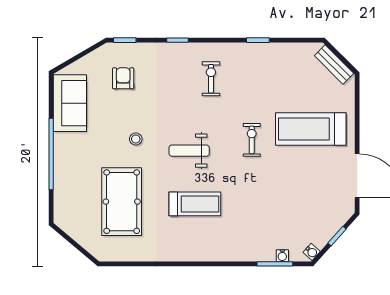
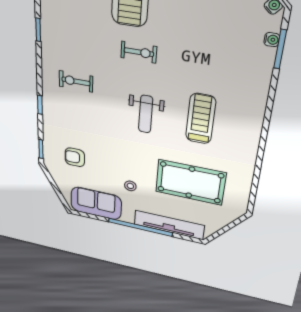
stool: (136, 139) -> (130, 186), moved
exercise bike: (252, 140) -> (139, 52), turned 180
tv unit: (63, 185) -> (169, 225), added

